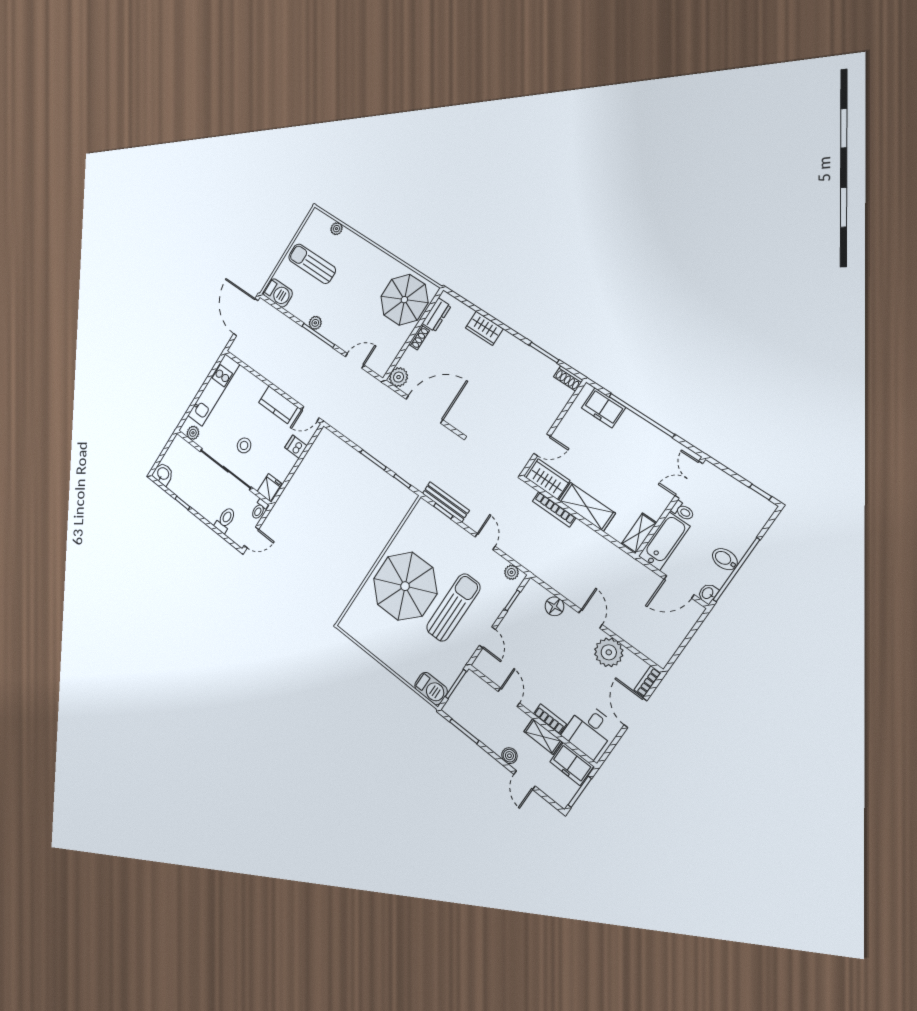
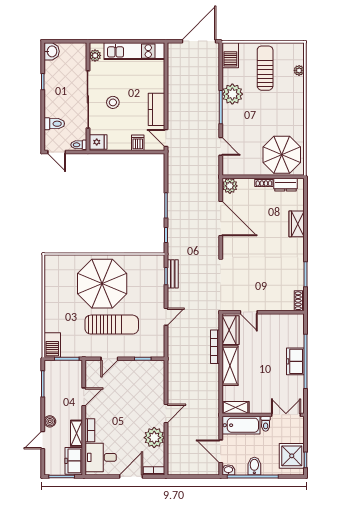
plant: (315, 323) -> (232, 94), width x1.88, depth x1.88
freezer: (603, 408) -> (295, 361), moved
bench: (446, 502) -> (173, 274), width x0.73
shower: (744, 506) -> (292, 456), added
plant: (511, 572) -> (159, 346), removed
floor lamp: (554, 606) -> (158, 387), removed

